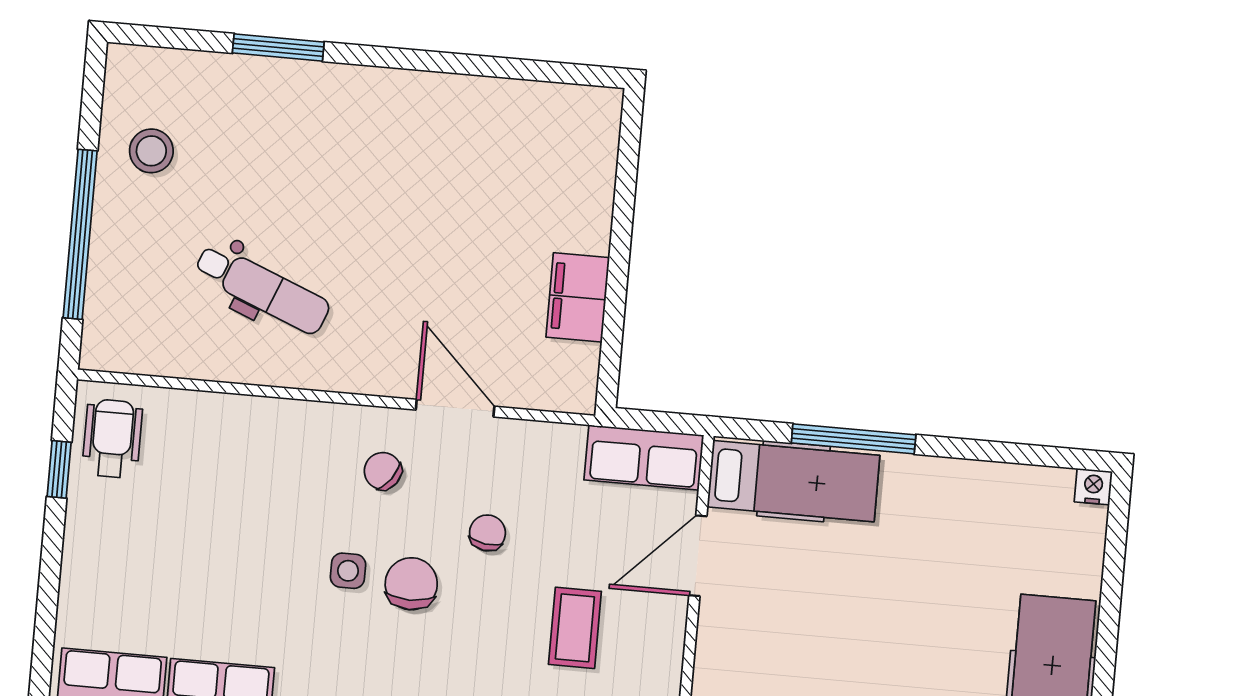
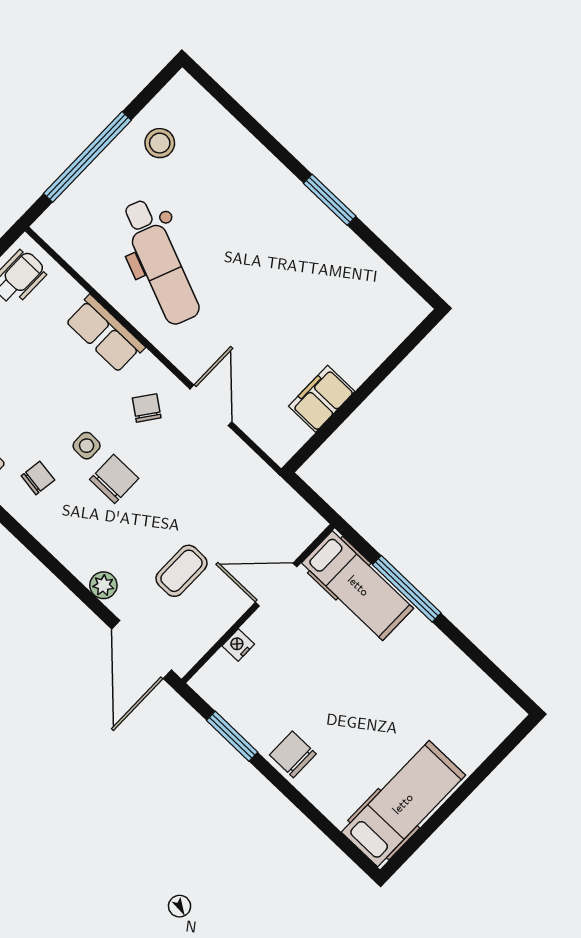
window: (278, 48) -> (330, 200), moved
dental chair: (262, 289) -> (160, 262), width x1.36, depth x1.38
row of seats: (644, 457) -> (105, 334), moved
nightstand: (1093, 487) -> (238, 645), moved, turned -90
chair: (487, 533) -> (38, 478), moved

